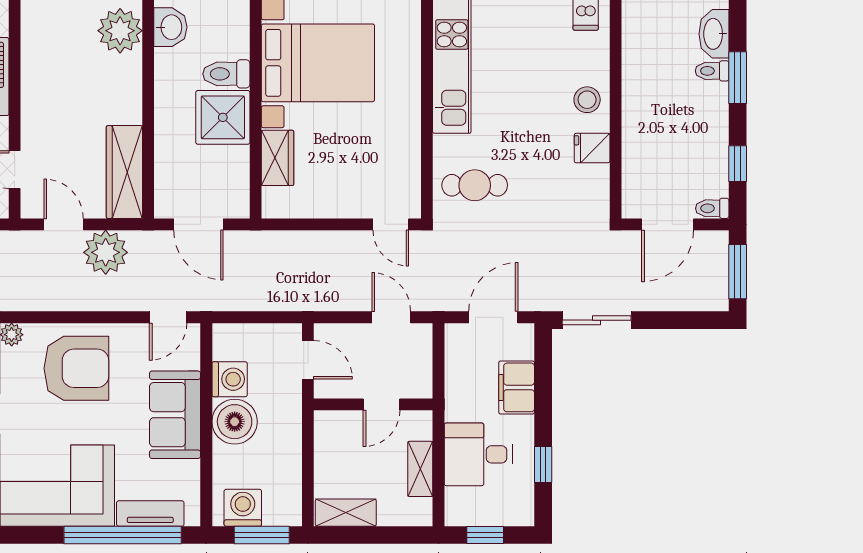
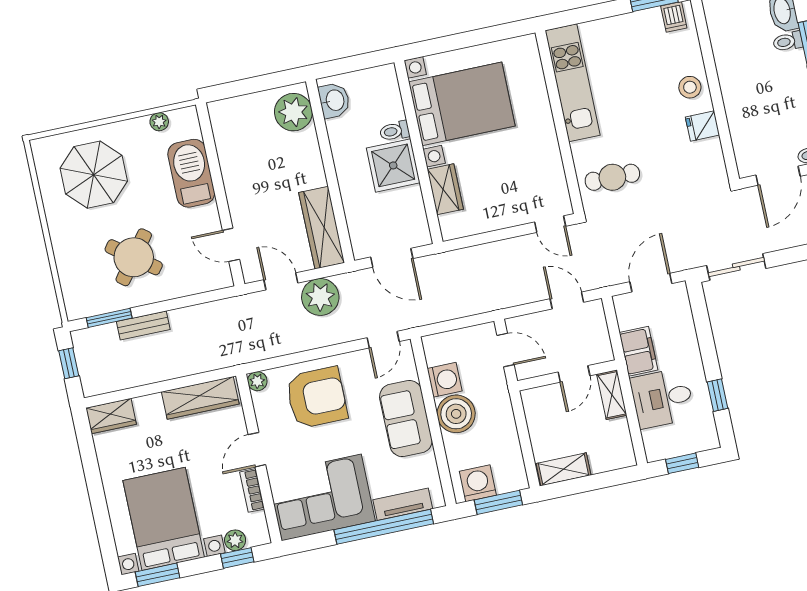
toilet: (226, 74) -> (395, 131), width x0.73, depth x0.72
filing cabinet: (517, 387) -> (639, 351), moved, turned 180
shelving: (420, 469) -> (612, 395), moved

